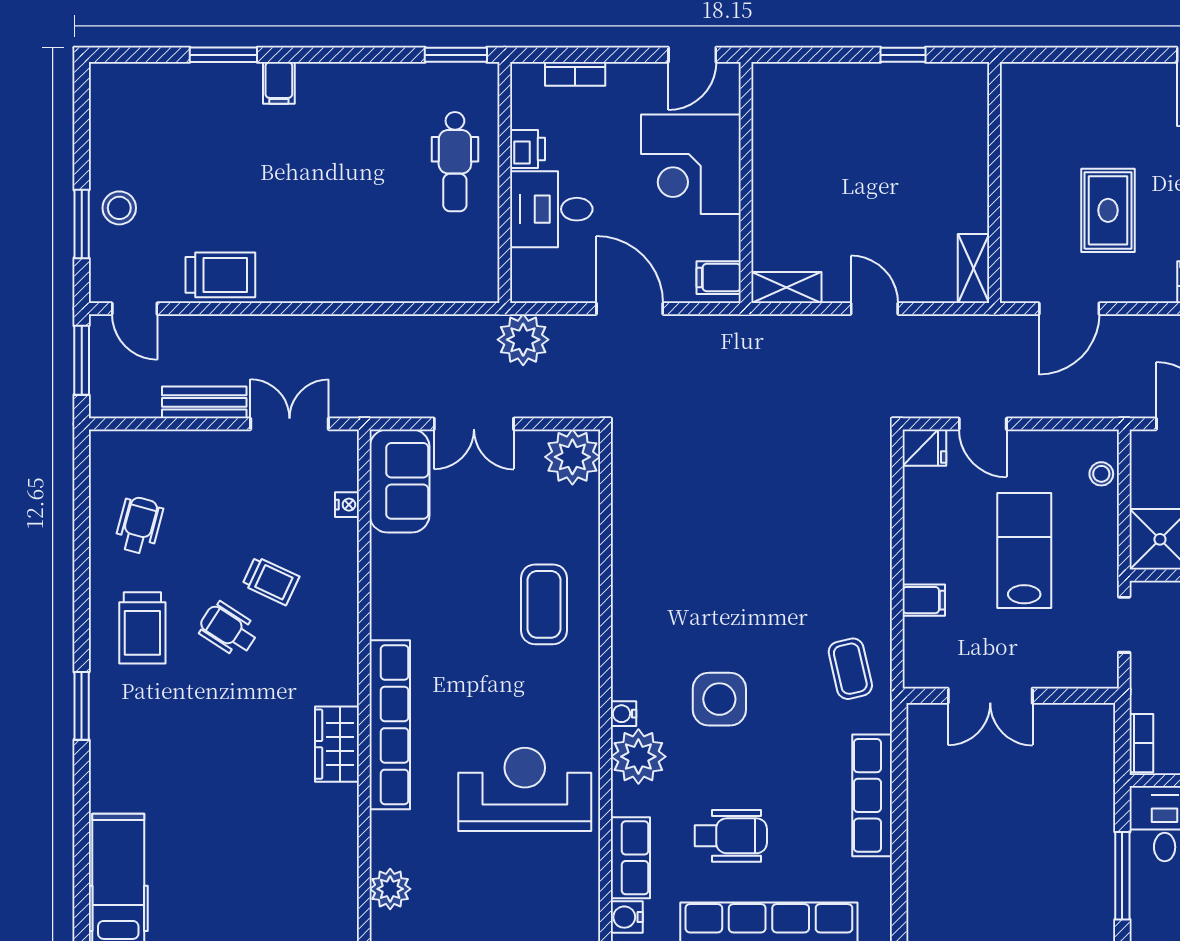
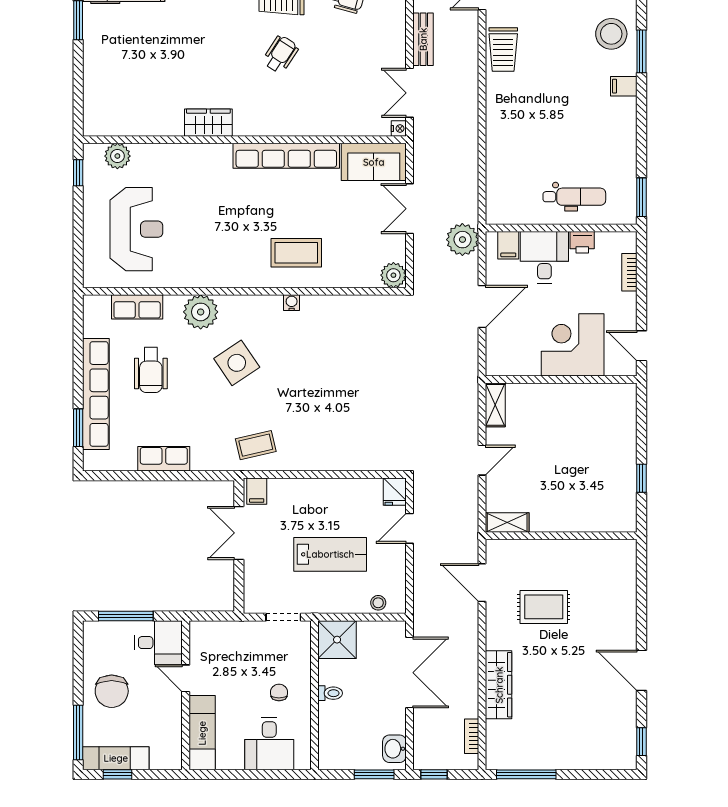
stool: (196, 103) -> (611, 34), added
dental chair: (455, 162) -> (574, 197), turned 180
filing cabinet: (719, 278) -> (508, 245), moved, turned 180
double door: (290, 424) -> (410, 93), swing flipped
plant: (572, 457) -> (393, 275), width x0.73, depth x0.73
nightstand: (347, 505) -> (399, 129), moved, turned -90
trolley: (271, 581) -> (311, 81), removed
filing cabinet: (924, 600) -> (257, 491), moved
side table: (719, 699) -> (237, 363), turned -34
water cooler: (624, 714) -> (292, 303), moved
row of seats: (390, 725) -> (286, 156), moved
bookcase: (1141, 743) -> (209, 628), removed
reception desk: (525, 789) -> (136, 229), moved
row of seats: (872, 795) -> (164, 459), width x0.68
water cooler: (627, 917) -> (100, 305), removed

